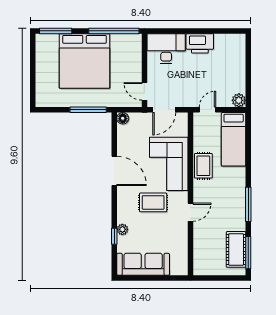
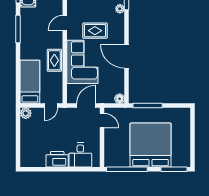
desk: (166, 49) -> (80, 155), width x0.73

